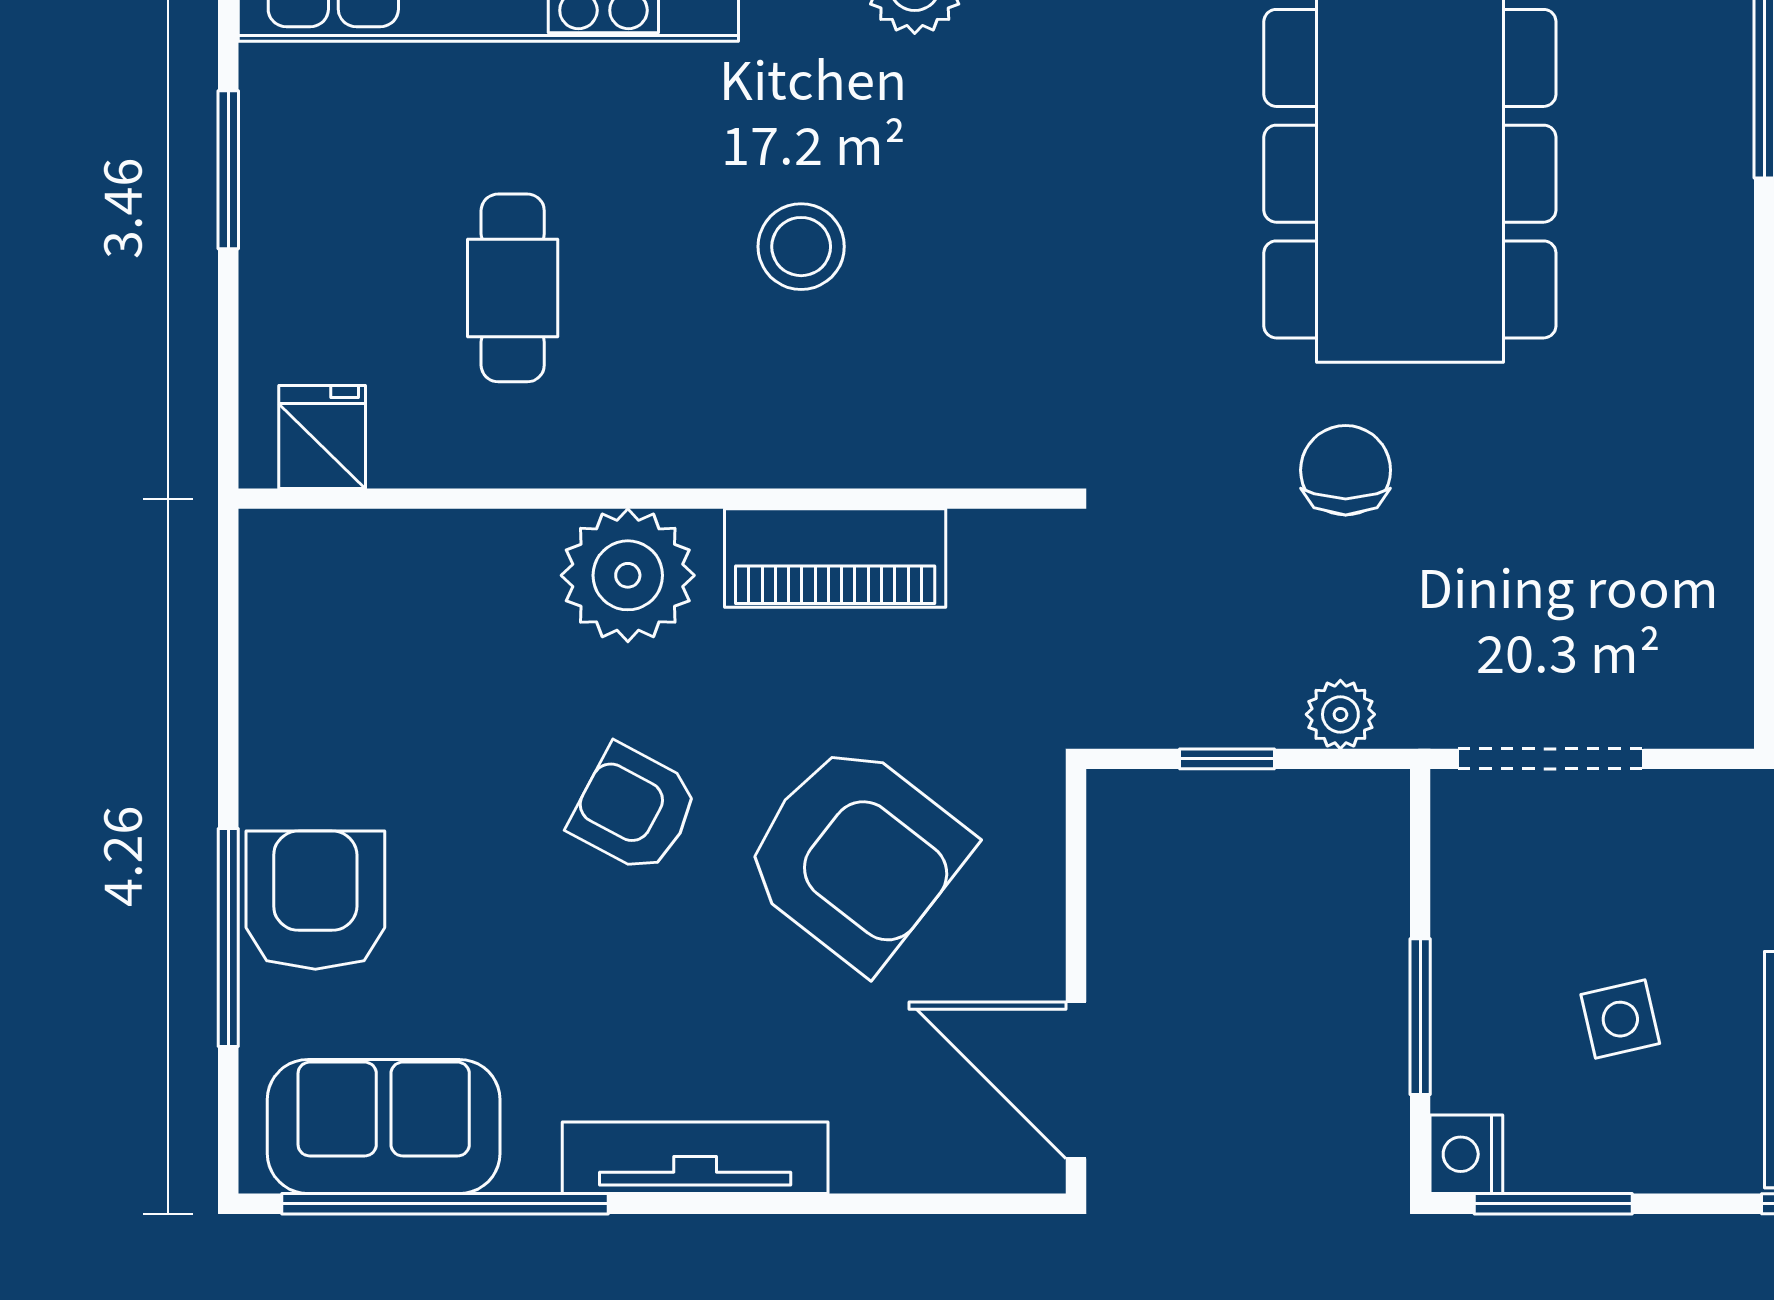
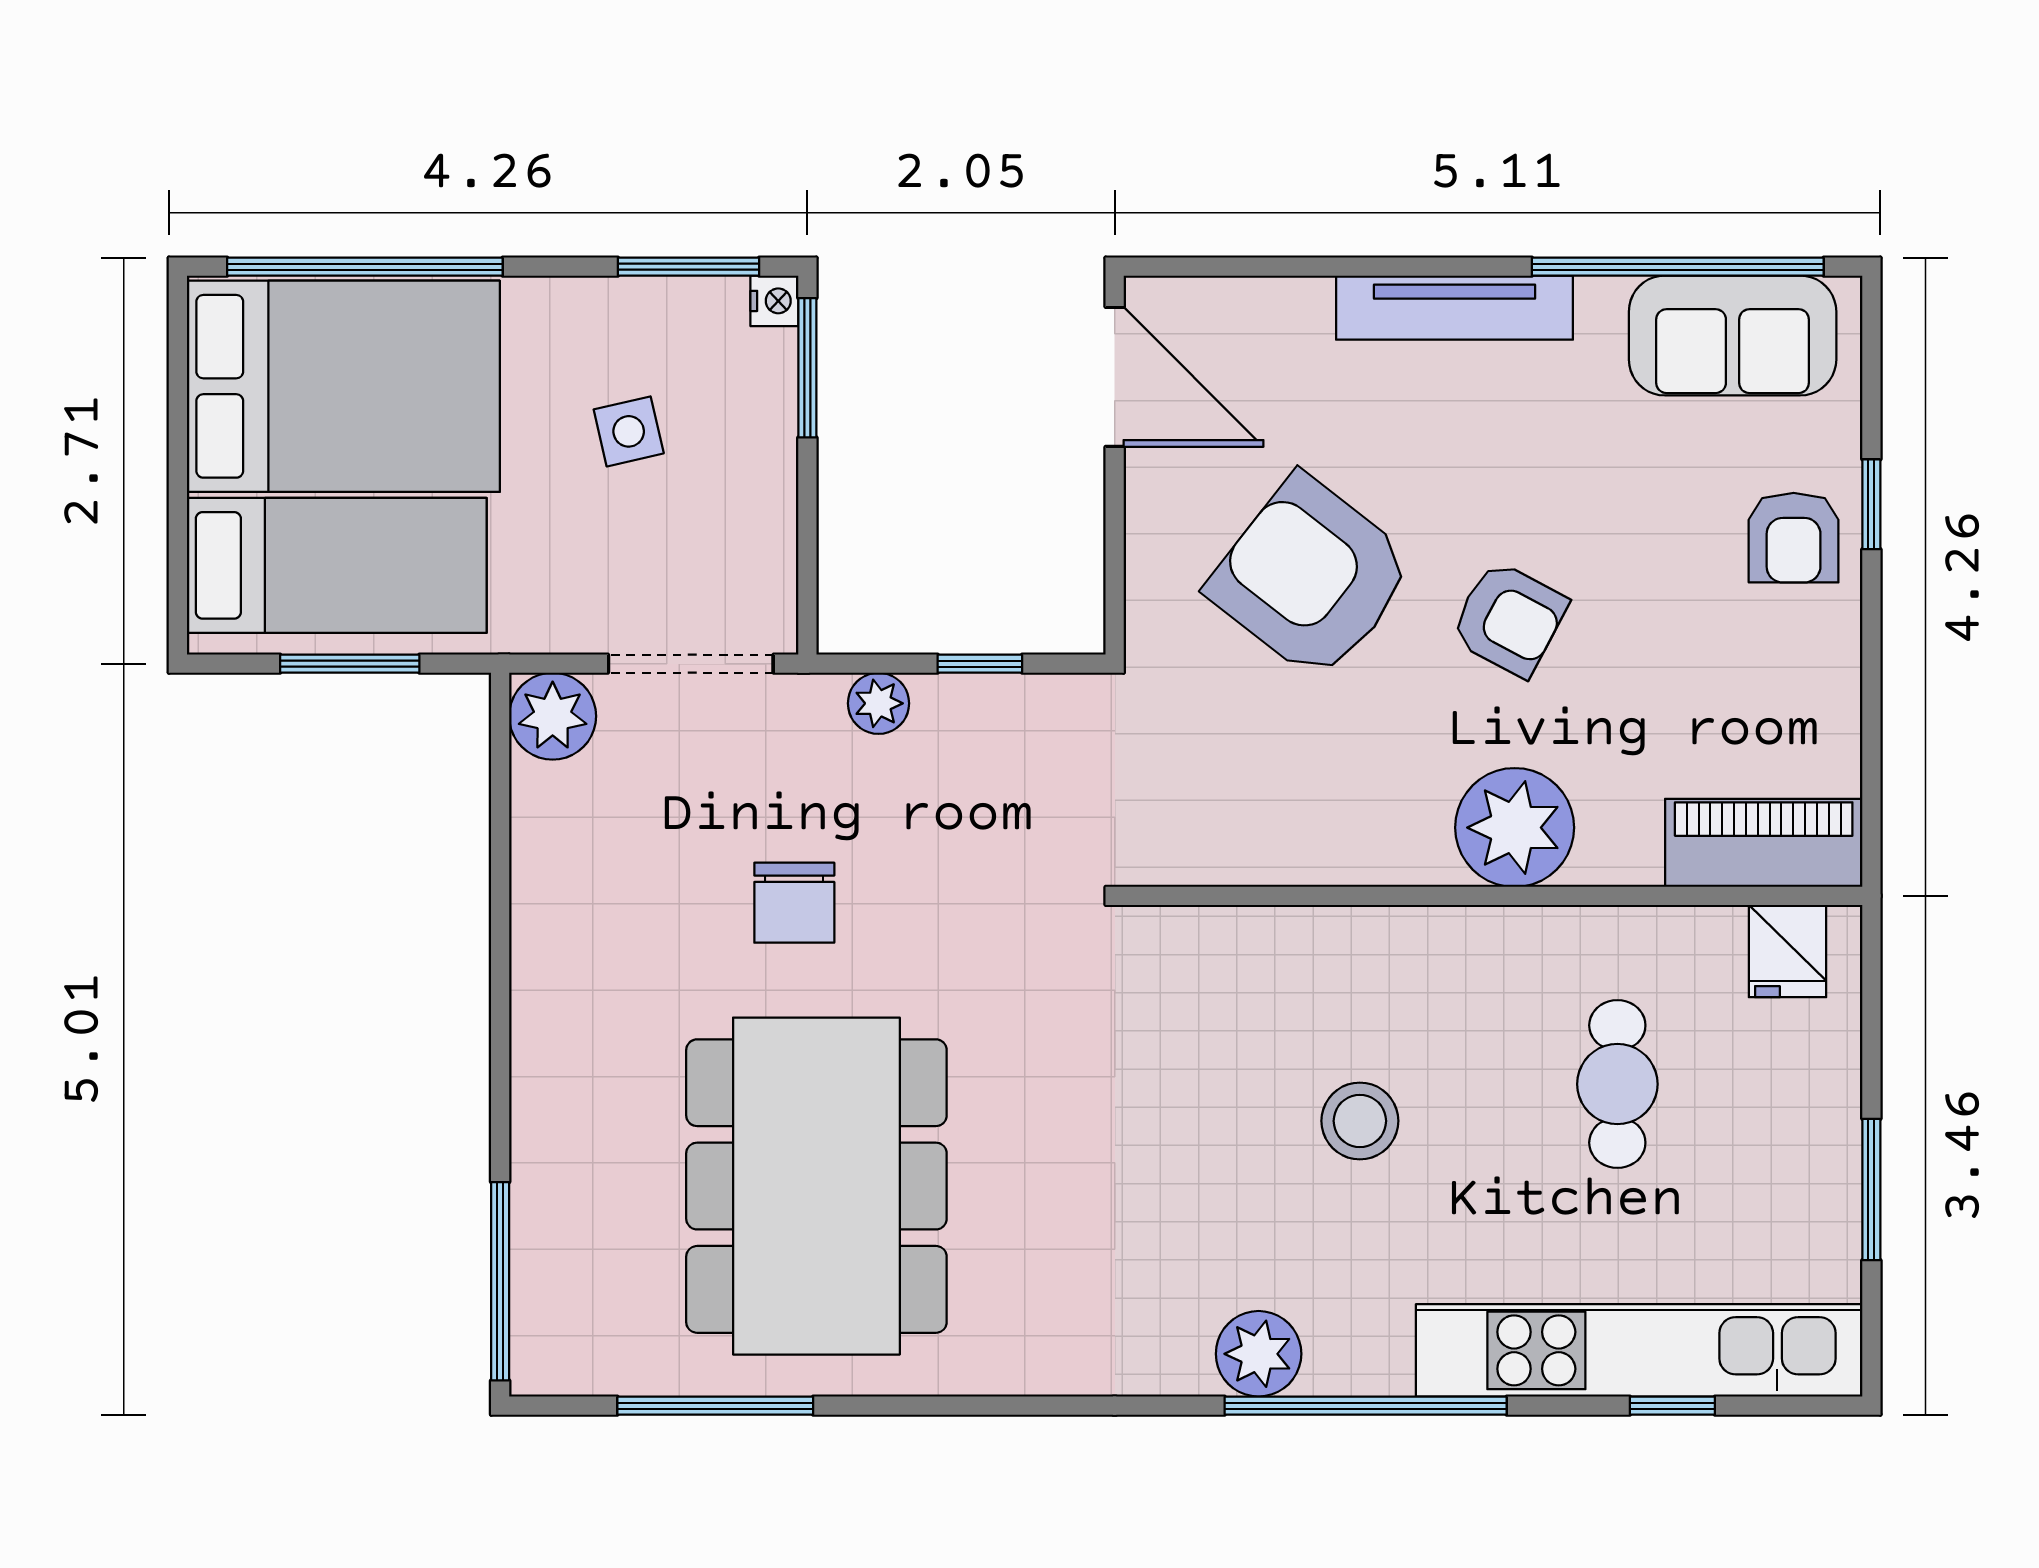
chair: (1346, 470) -> (794, 903), moved
piano: (835, 558) -> (1764, 843), moved
plant: (1706, 700) -> (553, 716), added
armchair: (315, 900) -> (1794, 538), width x0.72, depth x0.72
window: (228, 937) -> (1871, 504), width x0.46
window: (1420, 1017) -> (807, 368), moved
nightstand: (1466, 1154) -> (774, 301), width x0.72, depth x0.74

